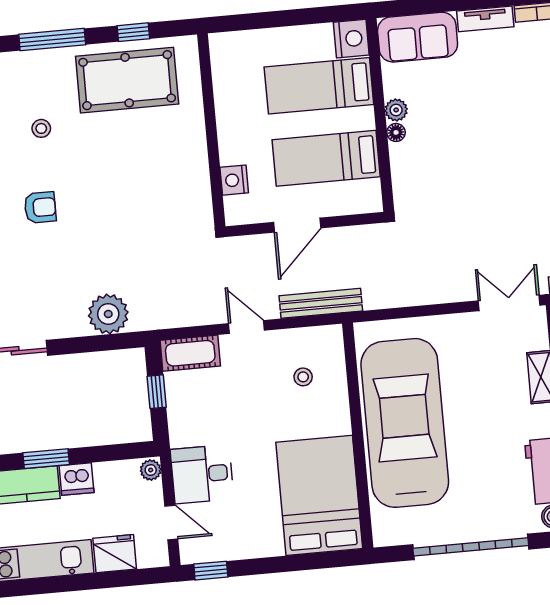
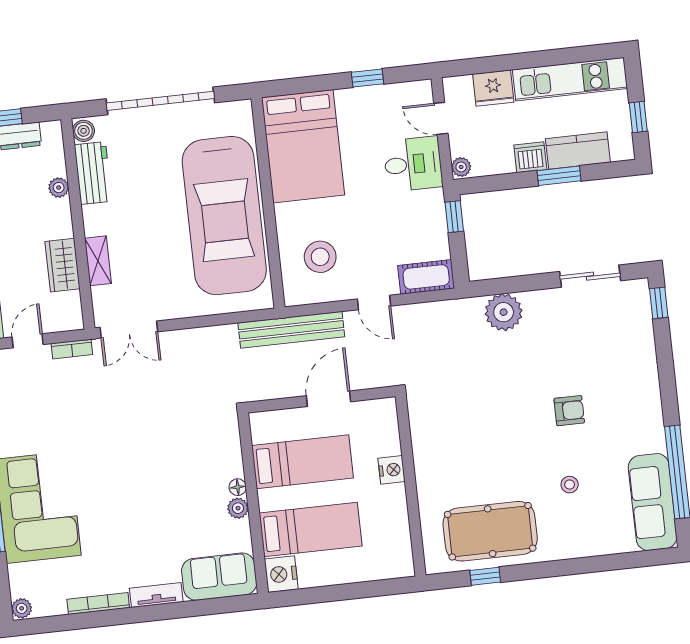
window: (52, 40) -> (561, 568), removed
nightstand: (234, 180) -> (392, 470), moved
armchair: (40, 207) -> (569, 411), turned 180
bench: (321, 303) -> (291, 330), width x1.37, depth x1.21
stool: (303, 377) -> (320, 257), width x1.89, depth x1.89
window: (157, 392) -> (454, 217), moved
window: (211, 571) -> (367, 78), moved

